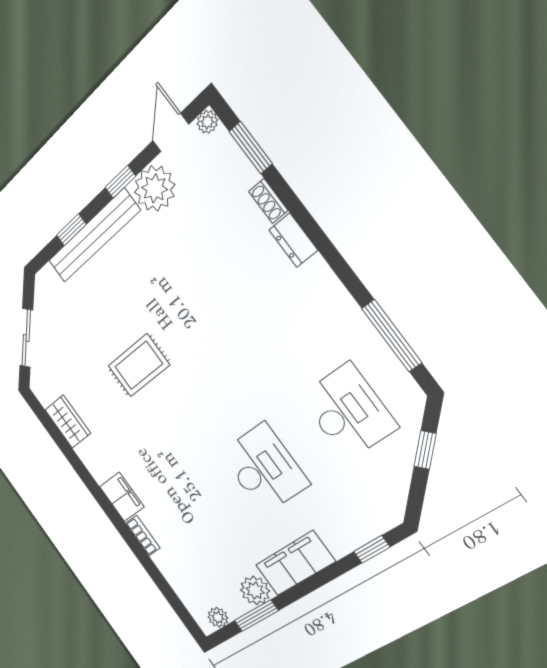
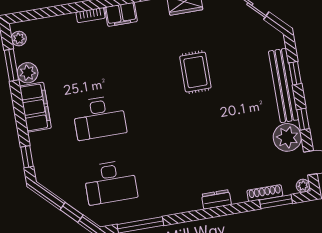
shoe rack: (268, 201) -> (265, 193), moved, width x1.43

